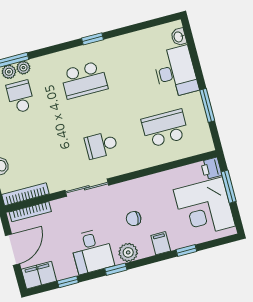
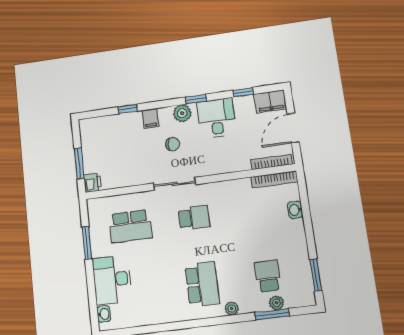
window: (92, 39) -> (188, 324), removed
plant: (23, 68) -> (232, 309), moved
school desk: (84, 80) -> (202, 284), turned 90
school desk: (20, 97) -> (268, 276), turned 180
sliding door: (87, 188) -> (175, 184), moved
corner desk: (204, 208) -> (105, 146), removed

